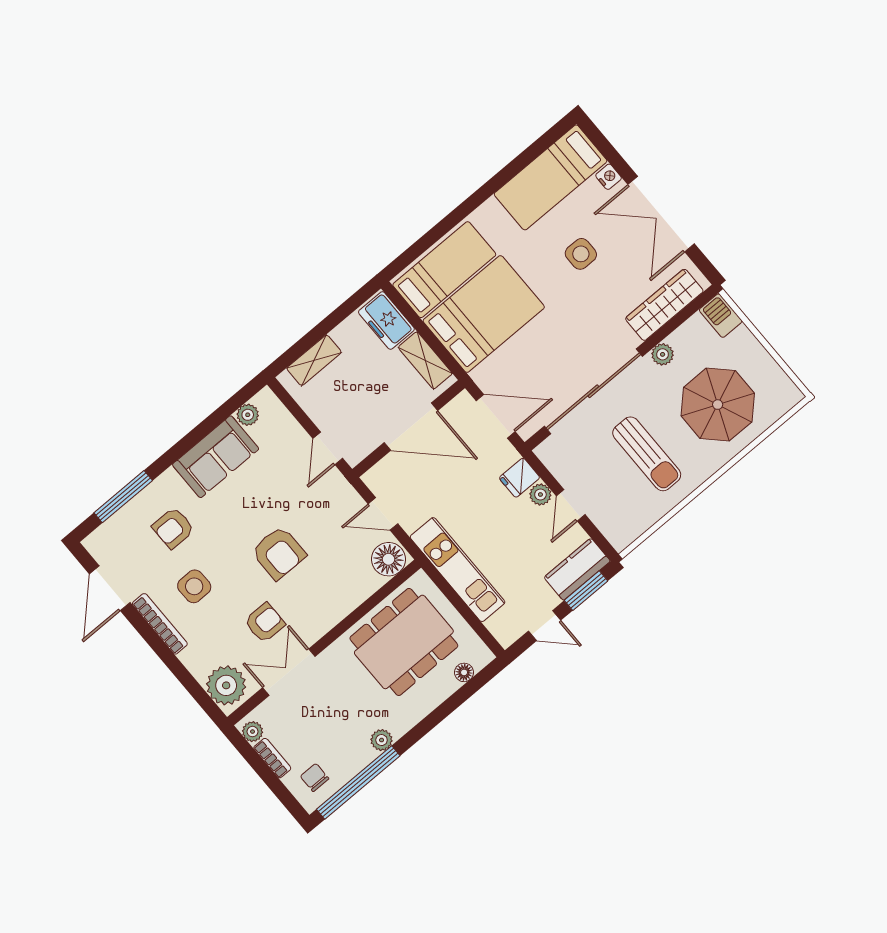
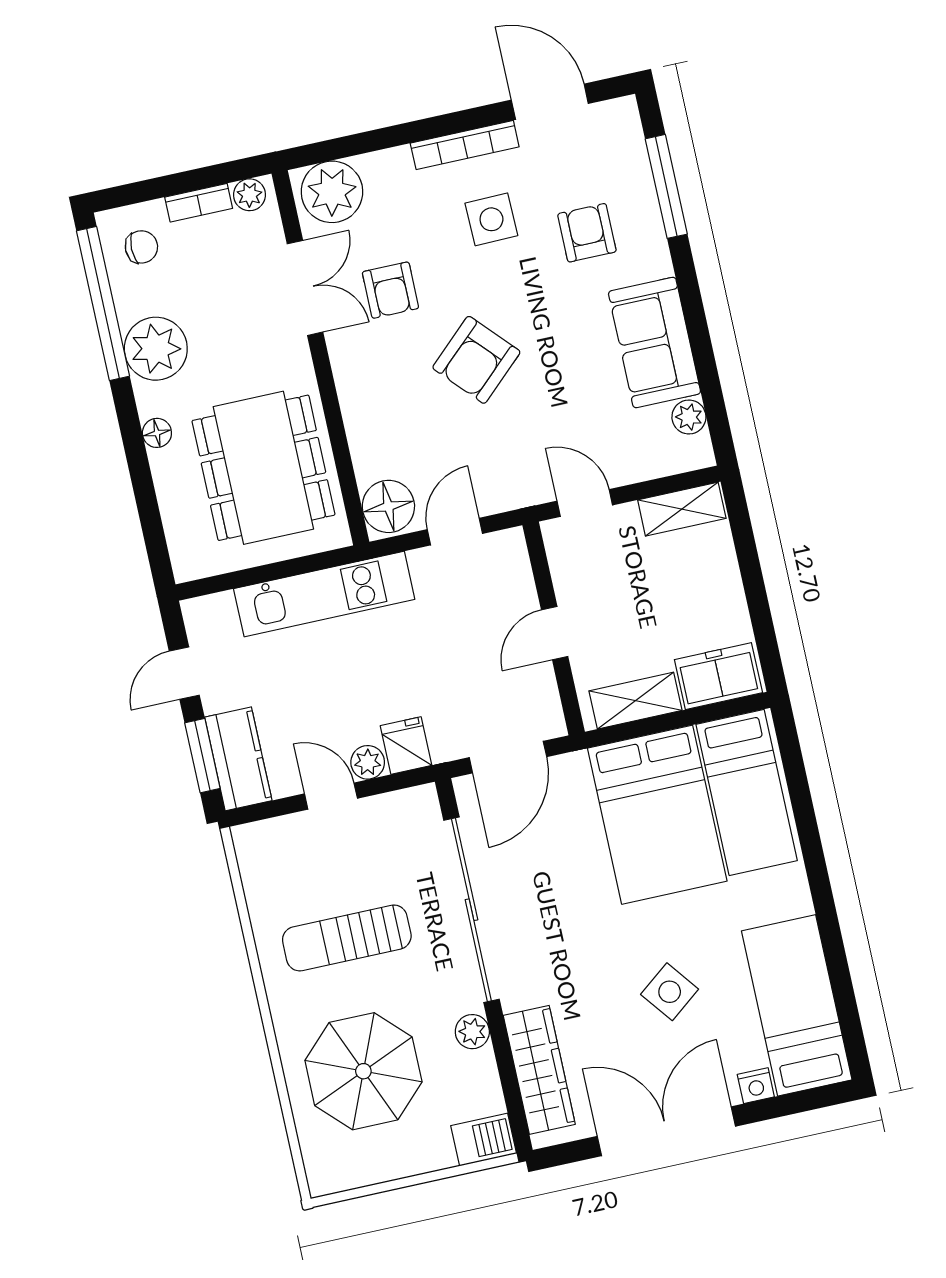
side table: (581, 254) -> (670, 992), turned -38
shelving: (314, 360) -> (682, 509), moved, turned 90
door: (411, 427) -> (555, 633), width x0.53
armchair: (279, 553) -> (476, 360), turned -43
floor lamp: (464, 672) -> (157, 433), moved
plant: (382, 740) -> (156, 349), width x1.87, depth x1.87

